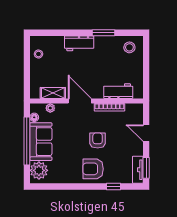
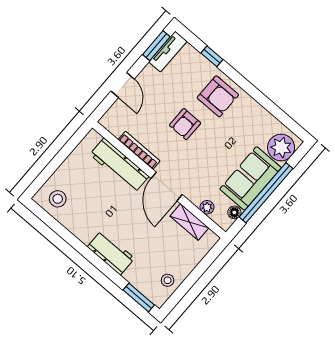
window: (103, 33) -> (139, 298), moved
workbench: (118, 91) -> (119, 165), width x1.38

